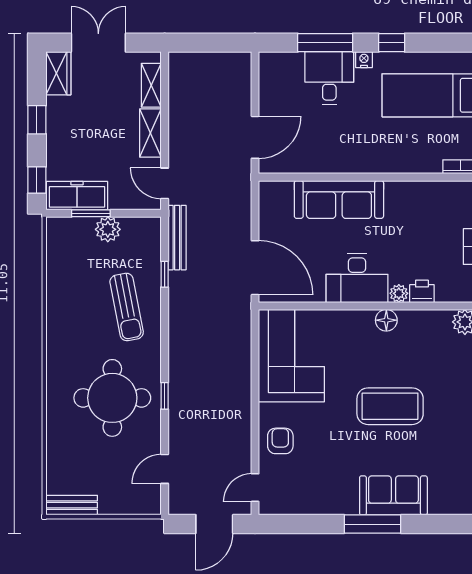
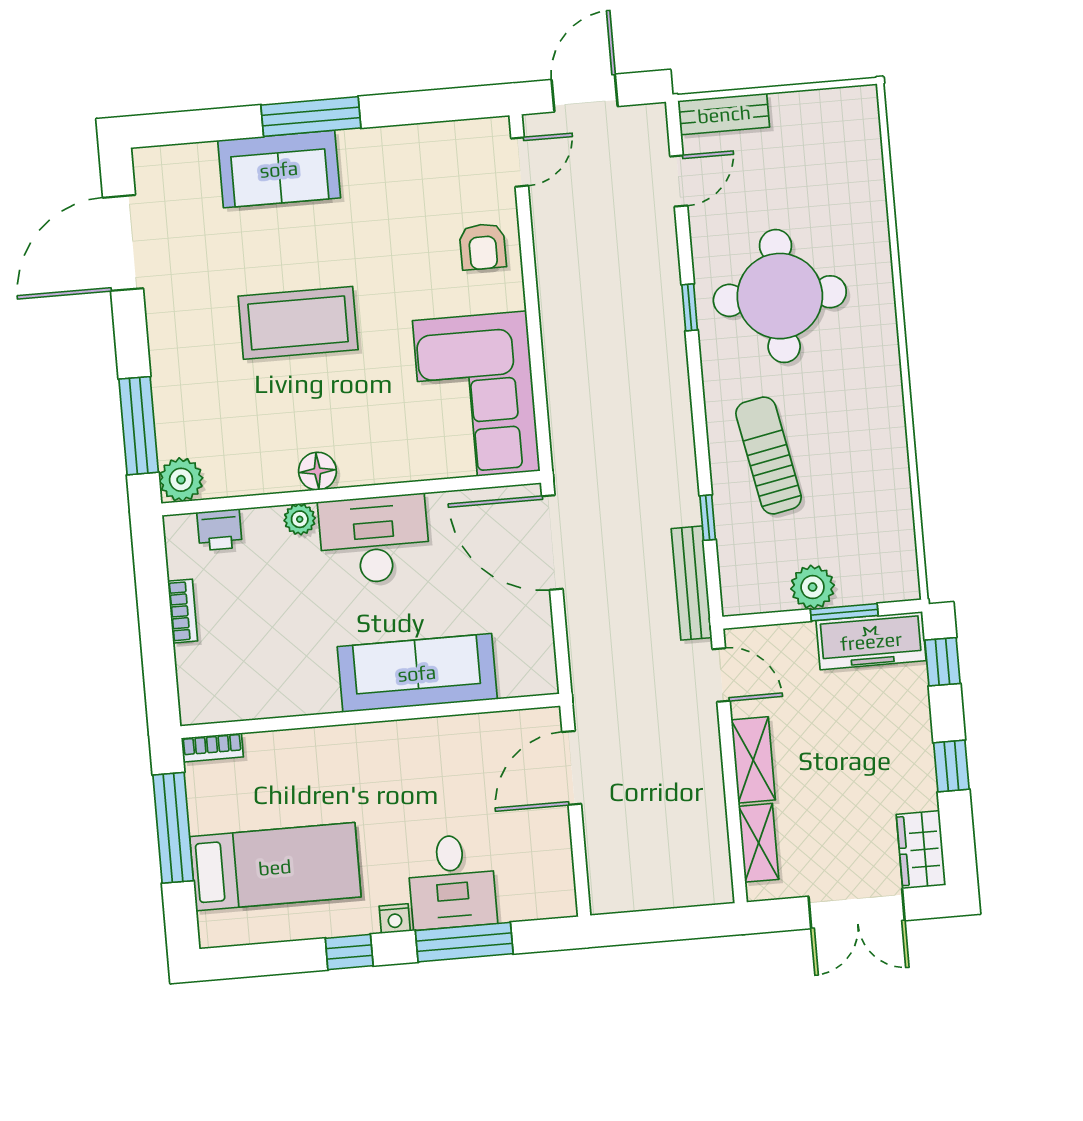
printer: (422, 291) -> (219, 530), moved
bench: (72, 505) -> (724, 114), moved

